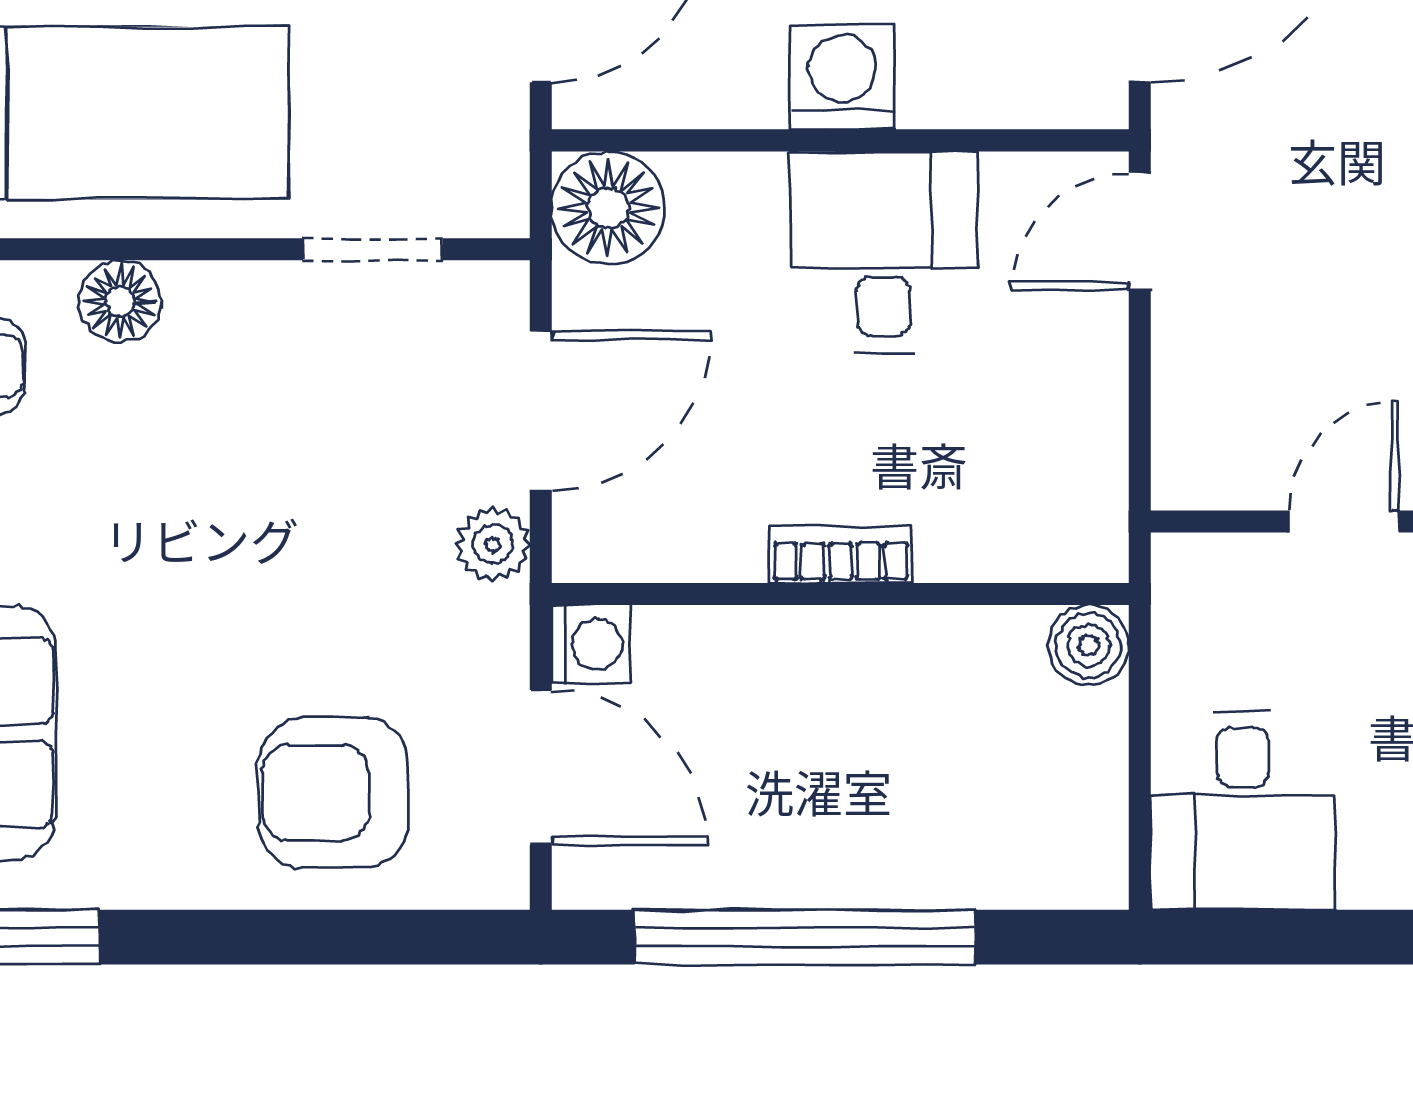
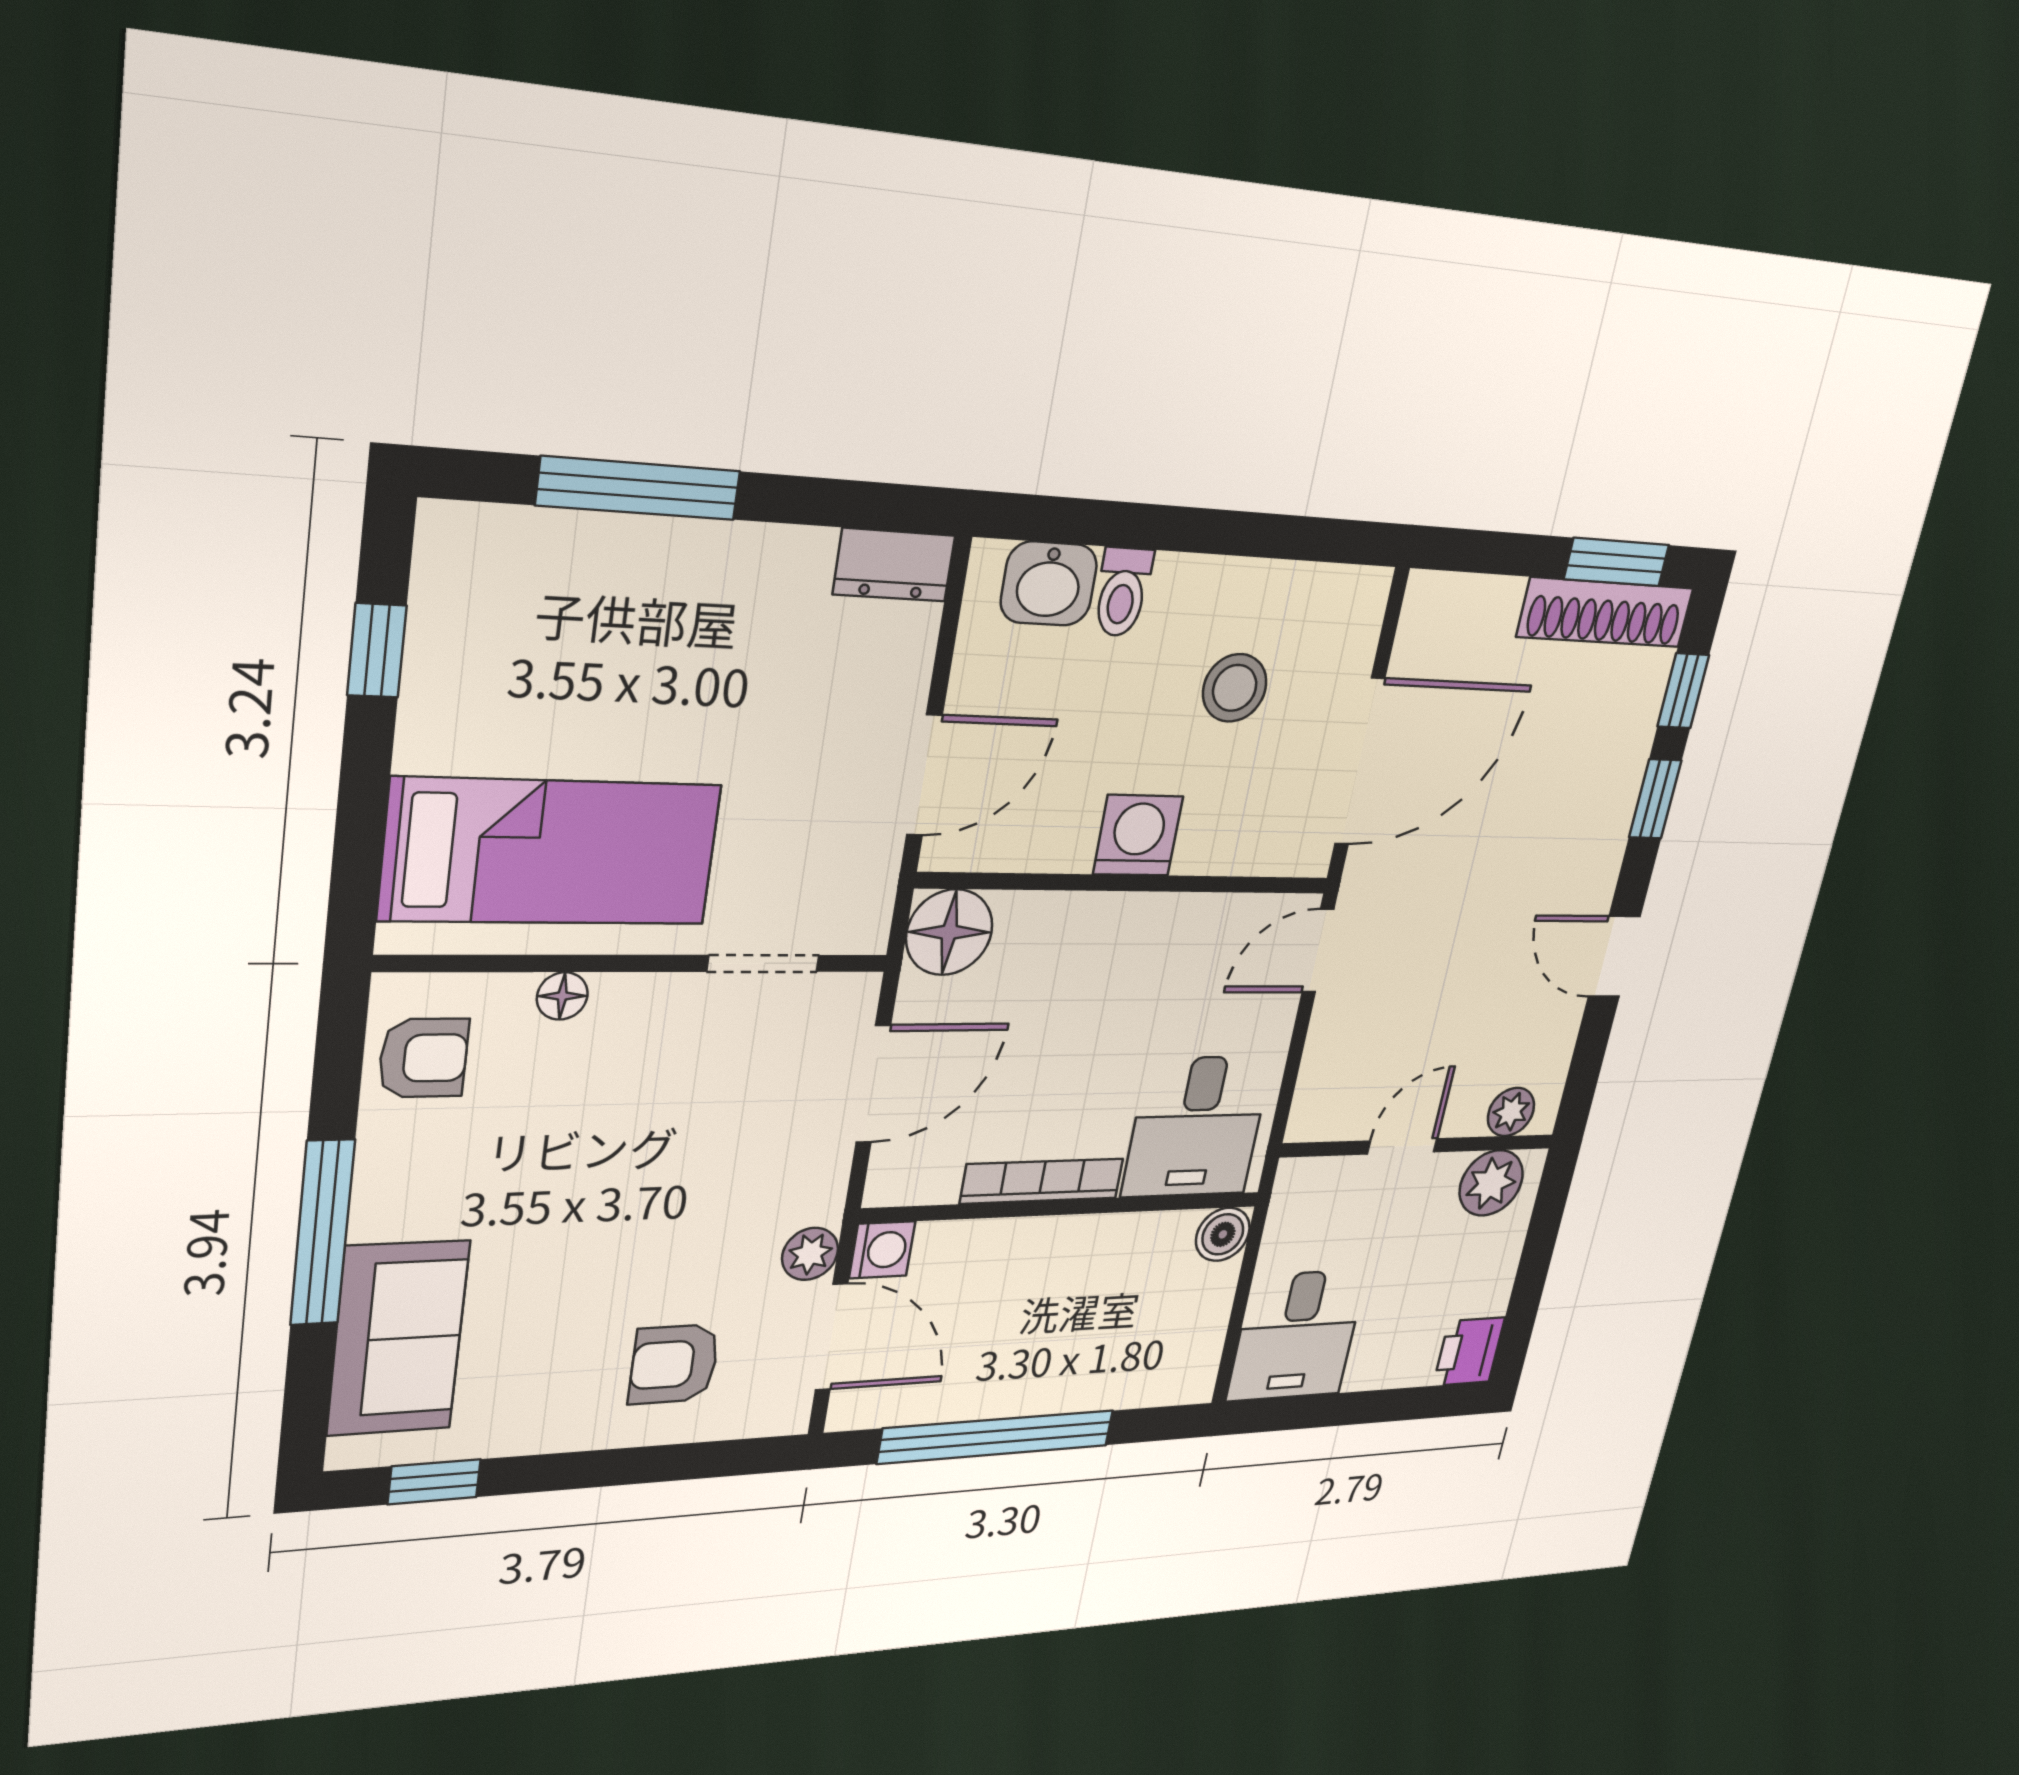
desk: (884, 252) -> (1197, 1127), moved, turned 180
floor lamp: (120, 301) -> (562, 996), width x0.73, depth x0.73
plant: (493, 544) -> (810, 1254), moved
bookcase: (841, 554) -> (1042, 1181), width x1.56
armchair: (333, 793) -> (674, 1364), width x0.72, depth x0.72

